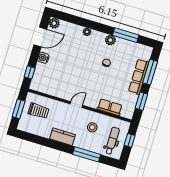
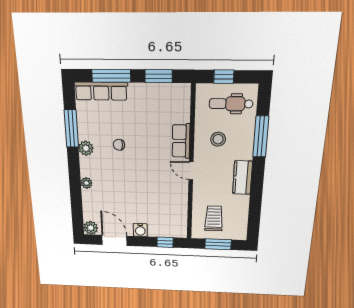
row of seats: (139, 77) -> (101, 91), moved
row of seats: (110, 107) -> (181, 141), moved

